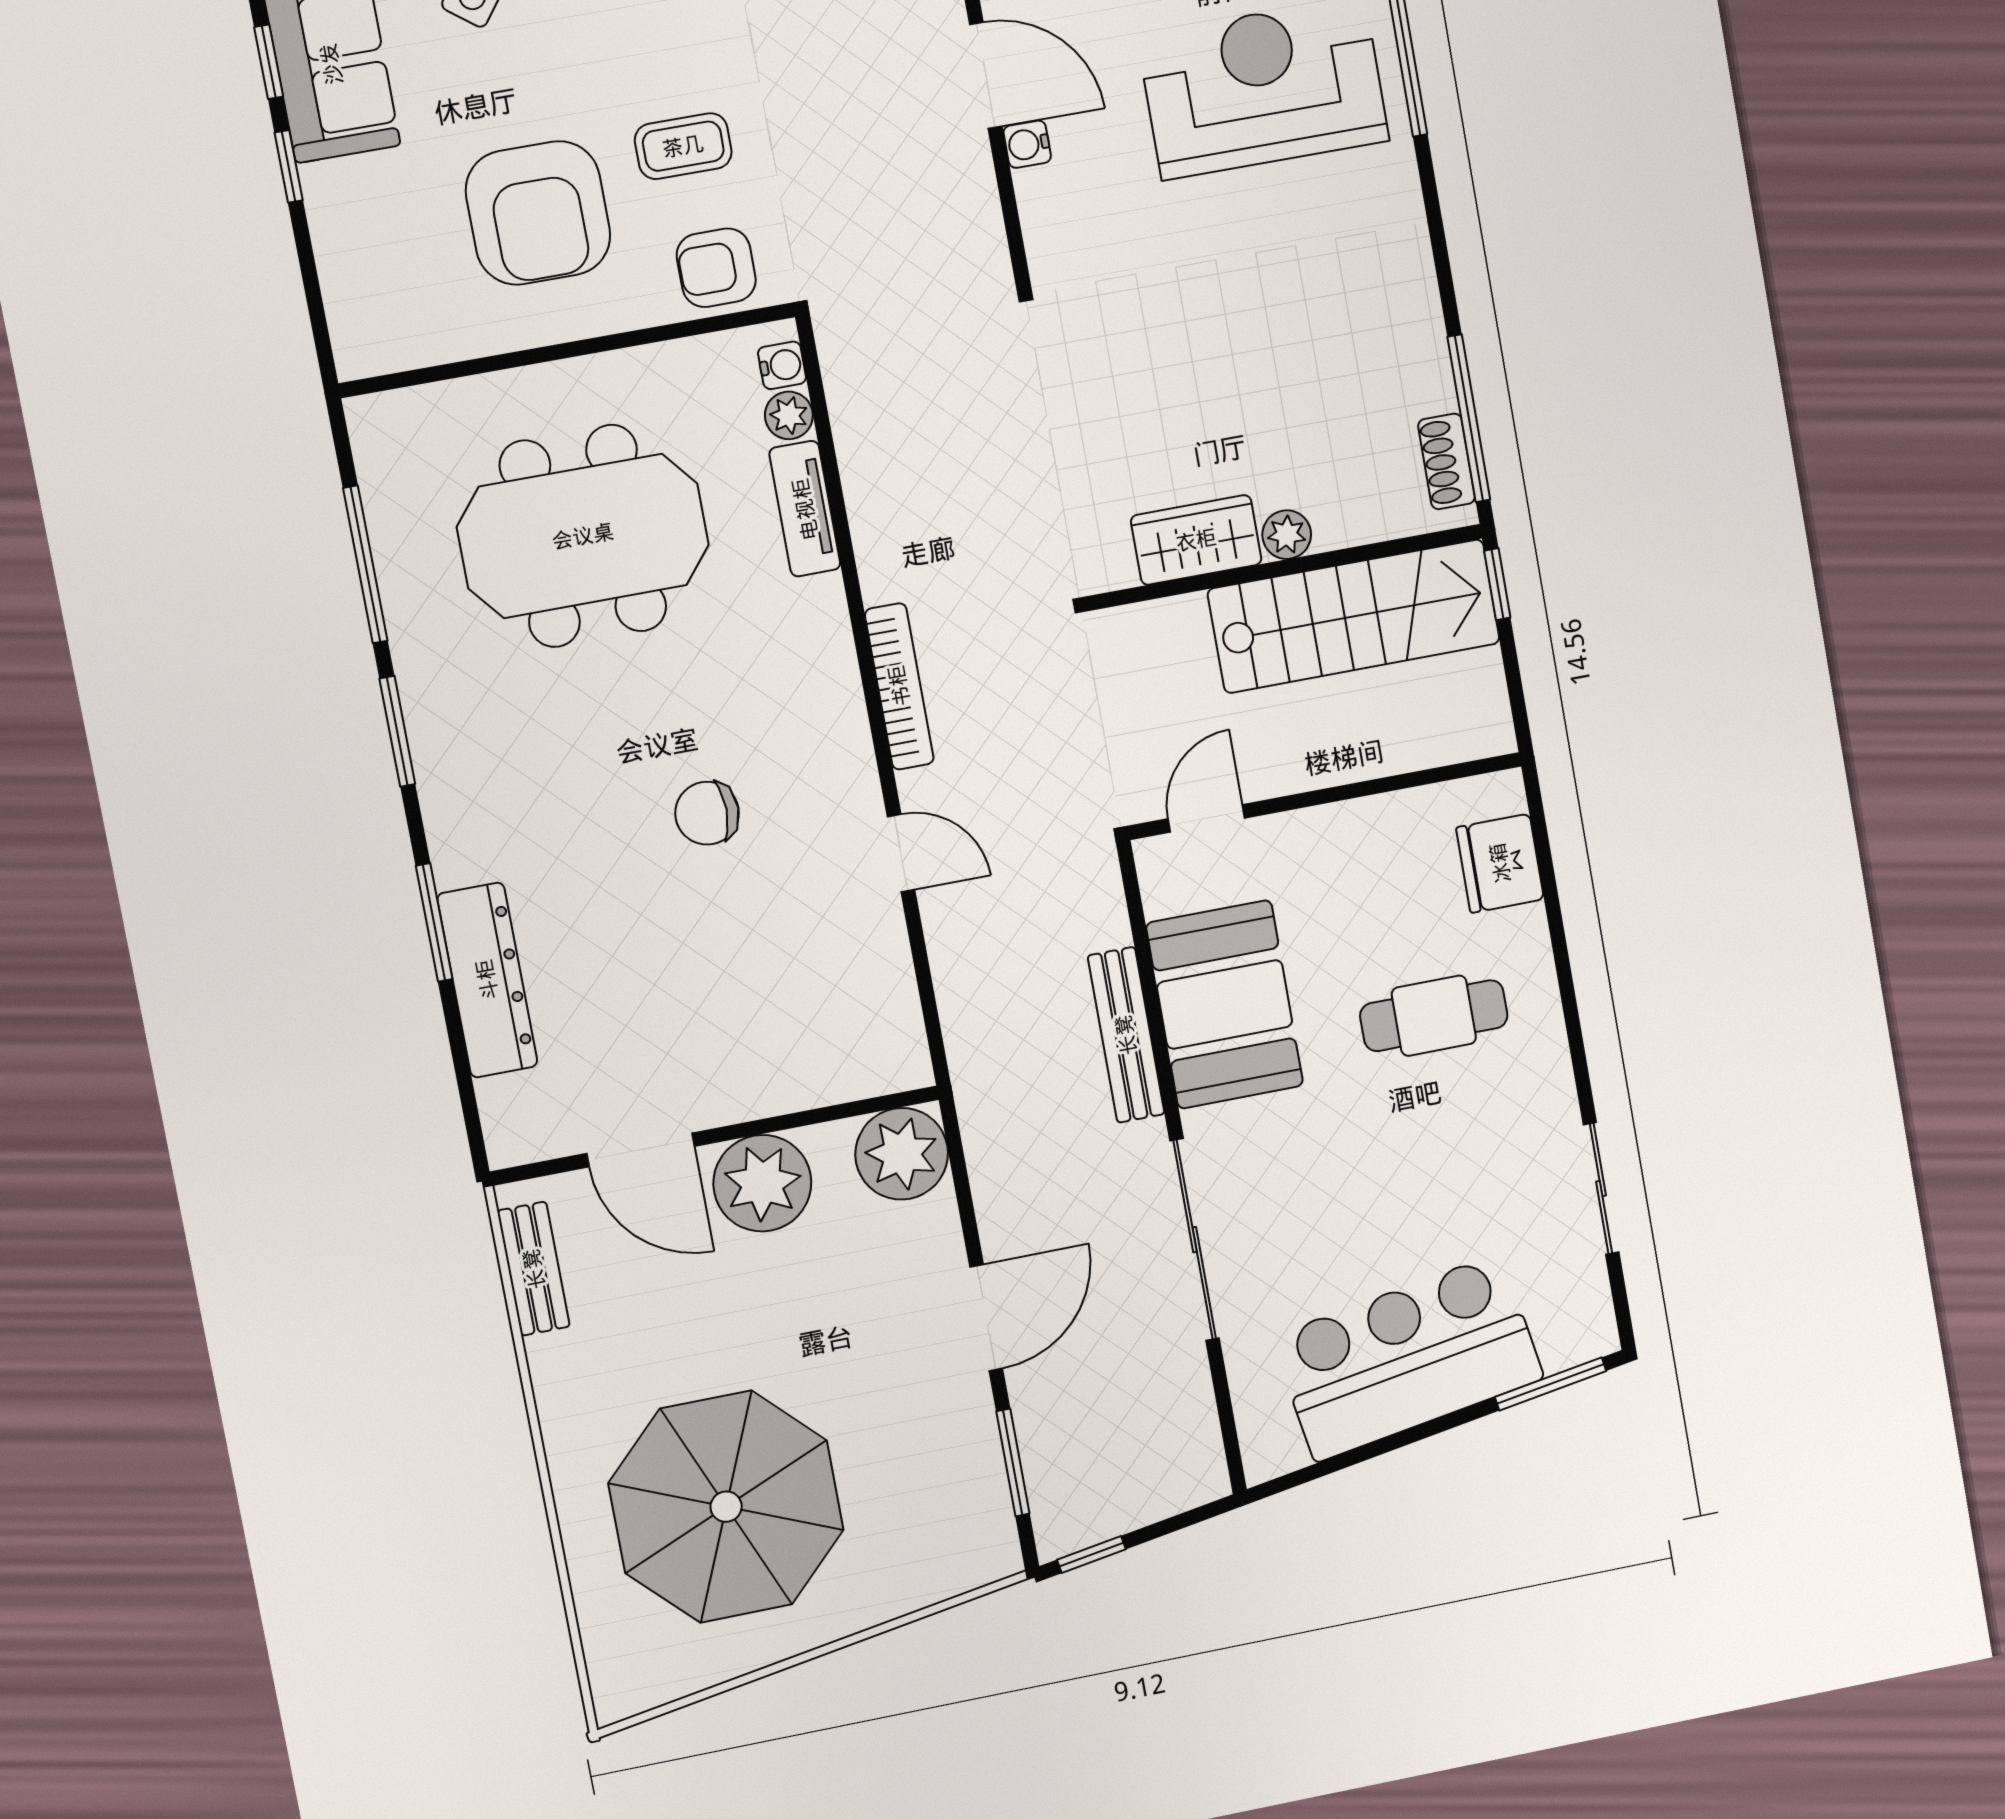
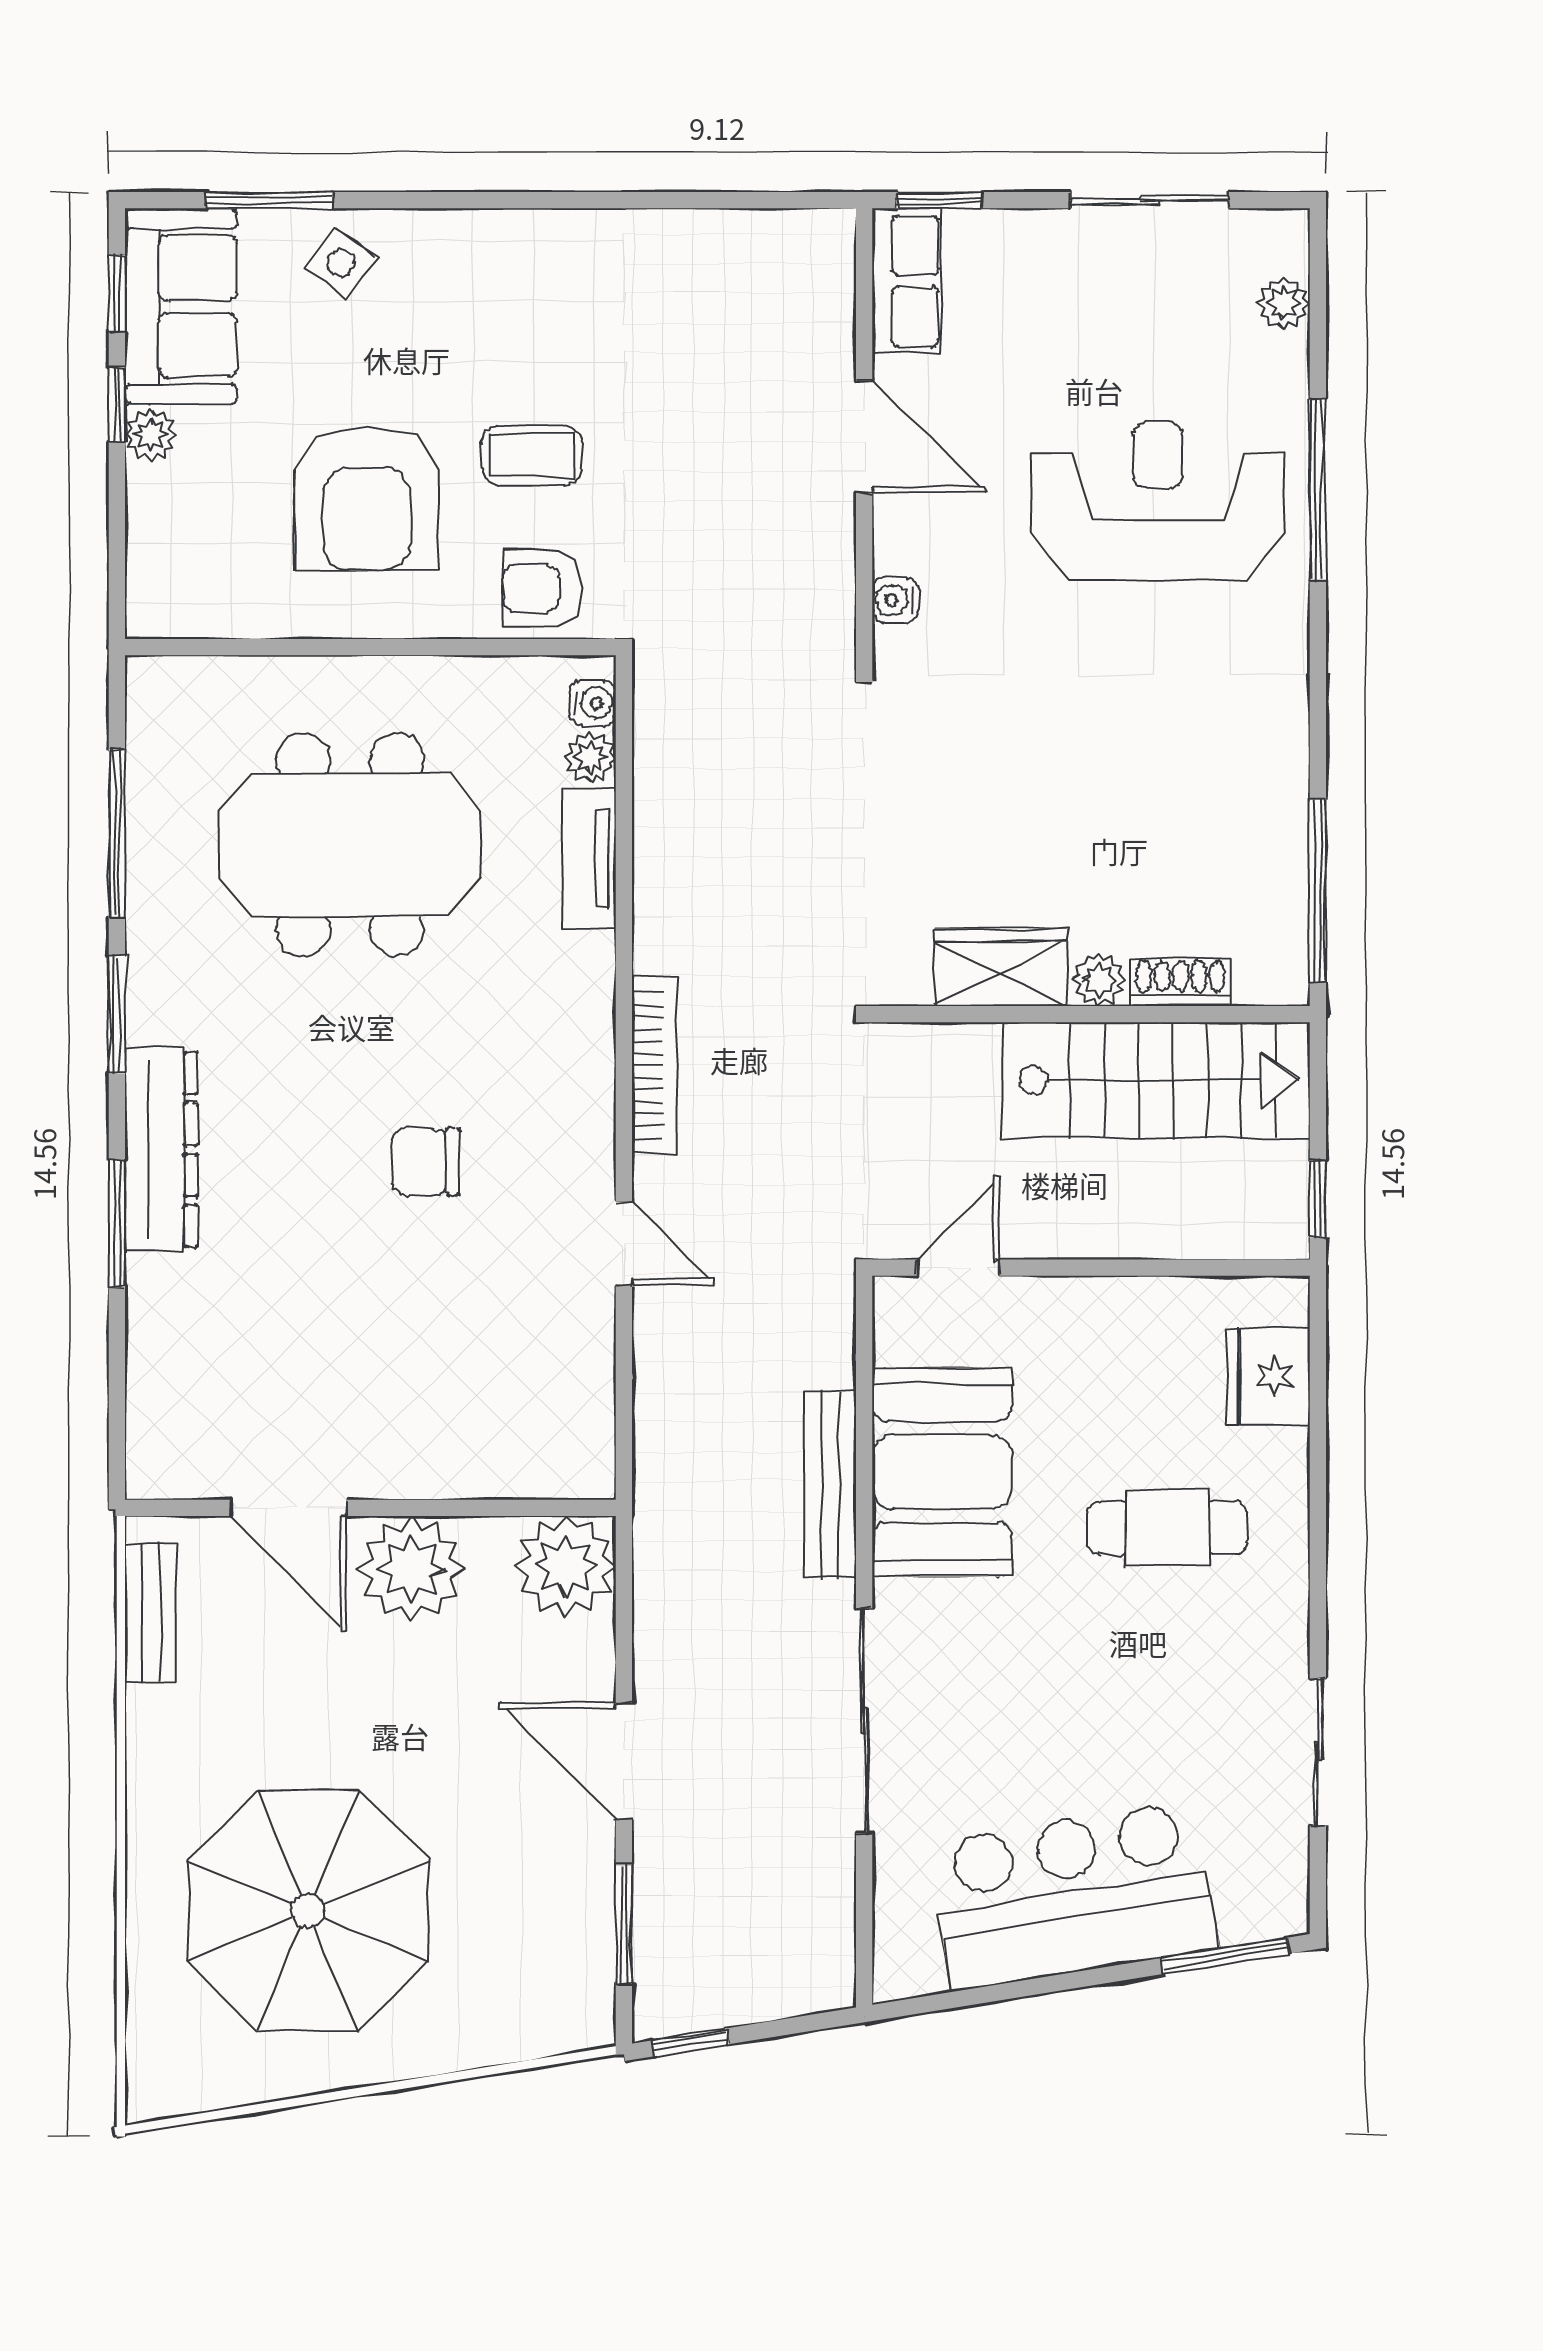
water cooler: (1027, 144) -> (895, 600), moved
plant: (326, 189) -> (151, 435), added
shoe rack: (1447, 461) -> (1181, 982), moved, turned 90
window: (1497, 584) -> (1318, 1199), moved
dresser: (487, 980) -> (161, 1150), moved
door: (986, 1318) -> (624, 1761), swing flipped

